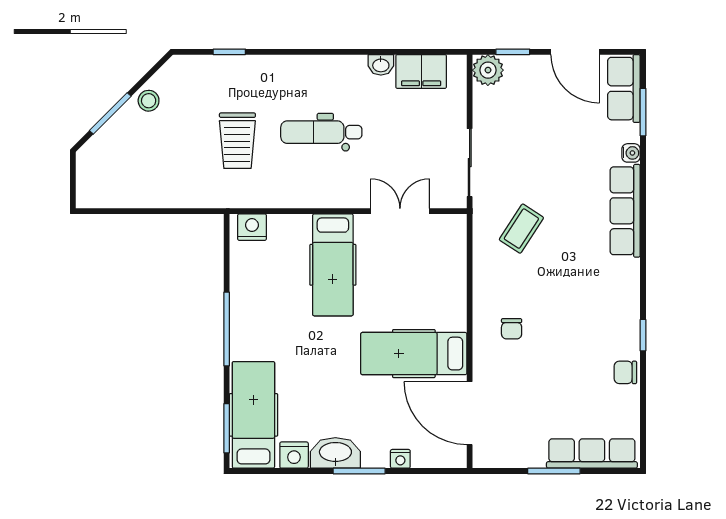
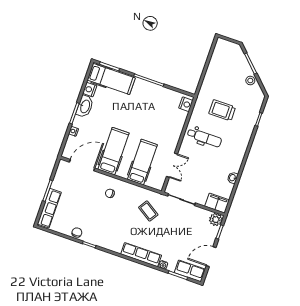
filing cabinet: (421, 71) -> (217, 203), moved, turned 90
dental chair: (321, 132) -> (204, 138), moved, turned 90
hospital bed: (333, 265) -> (142, 162), moved, turned 90

